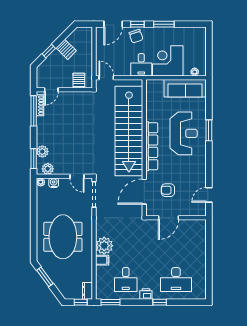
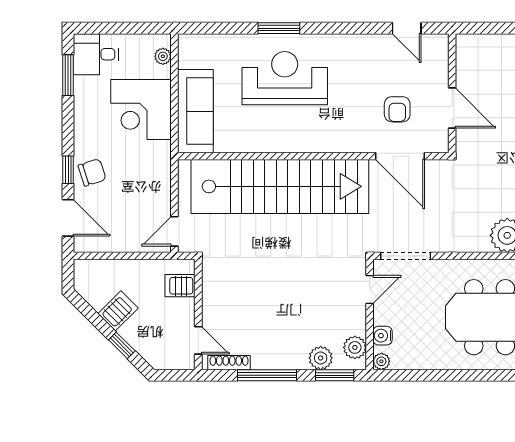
window: (164, 24) -> (68, 75), moved
desk: (141, 65) -> (96, 54), moved, turned 180
sofa: (185, 88) -> (195, 111), moved
window: (34, 111) -> (267, 375), moved
row of seats: (152, 146) -> (310, 141), removed

